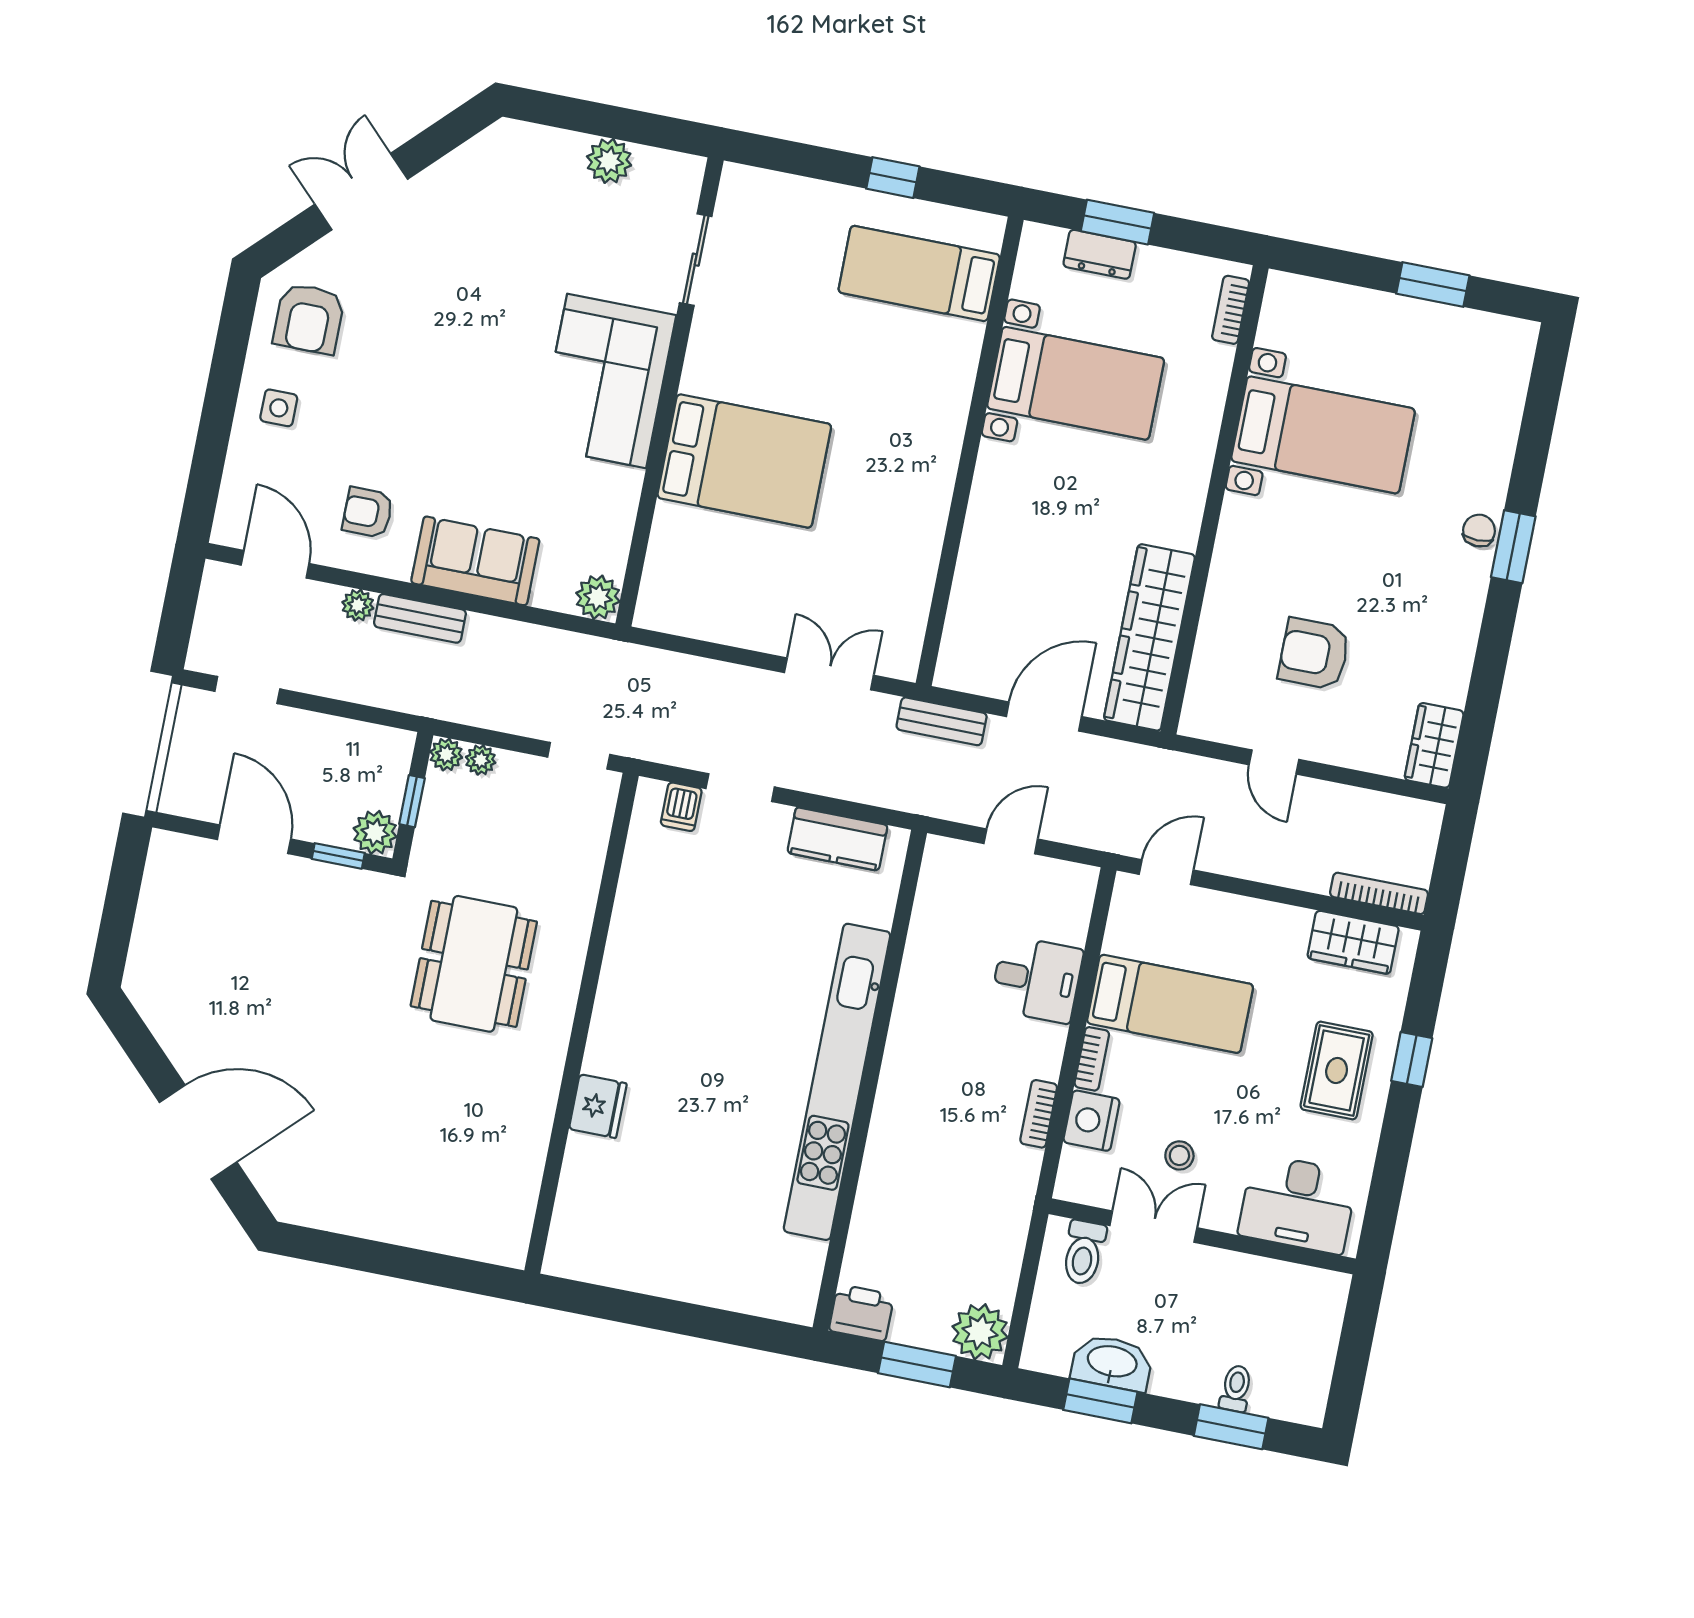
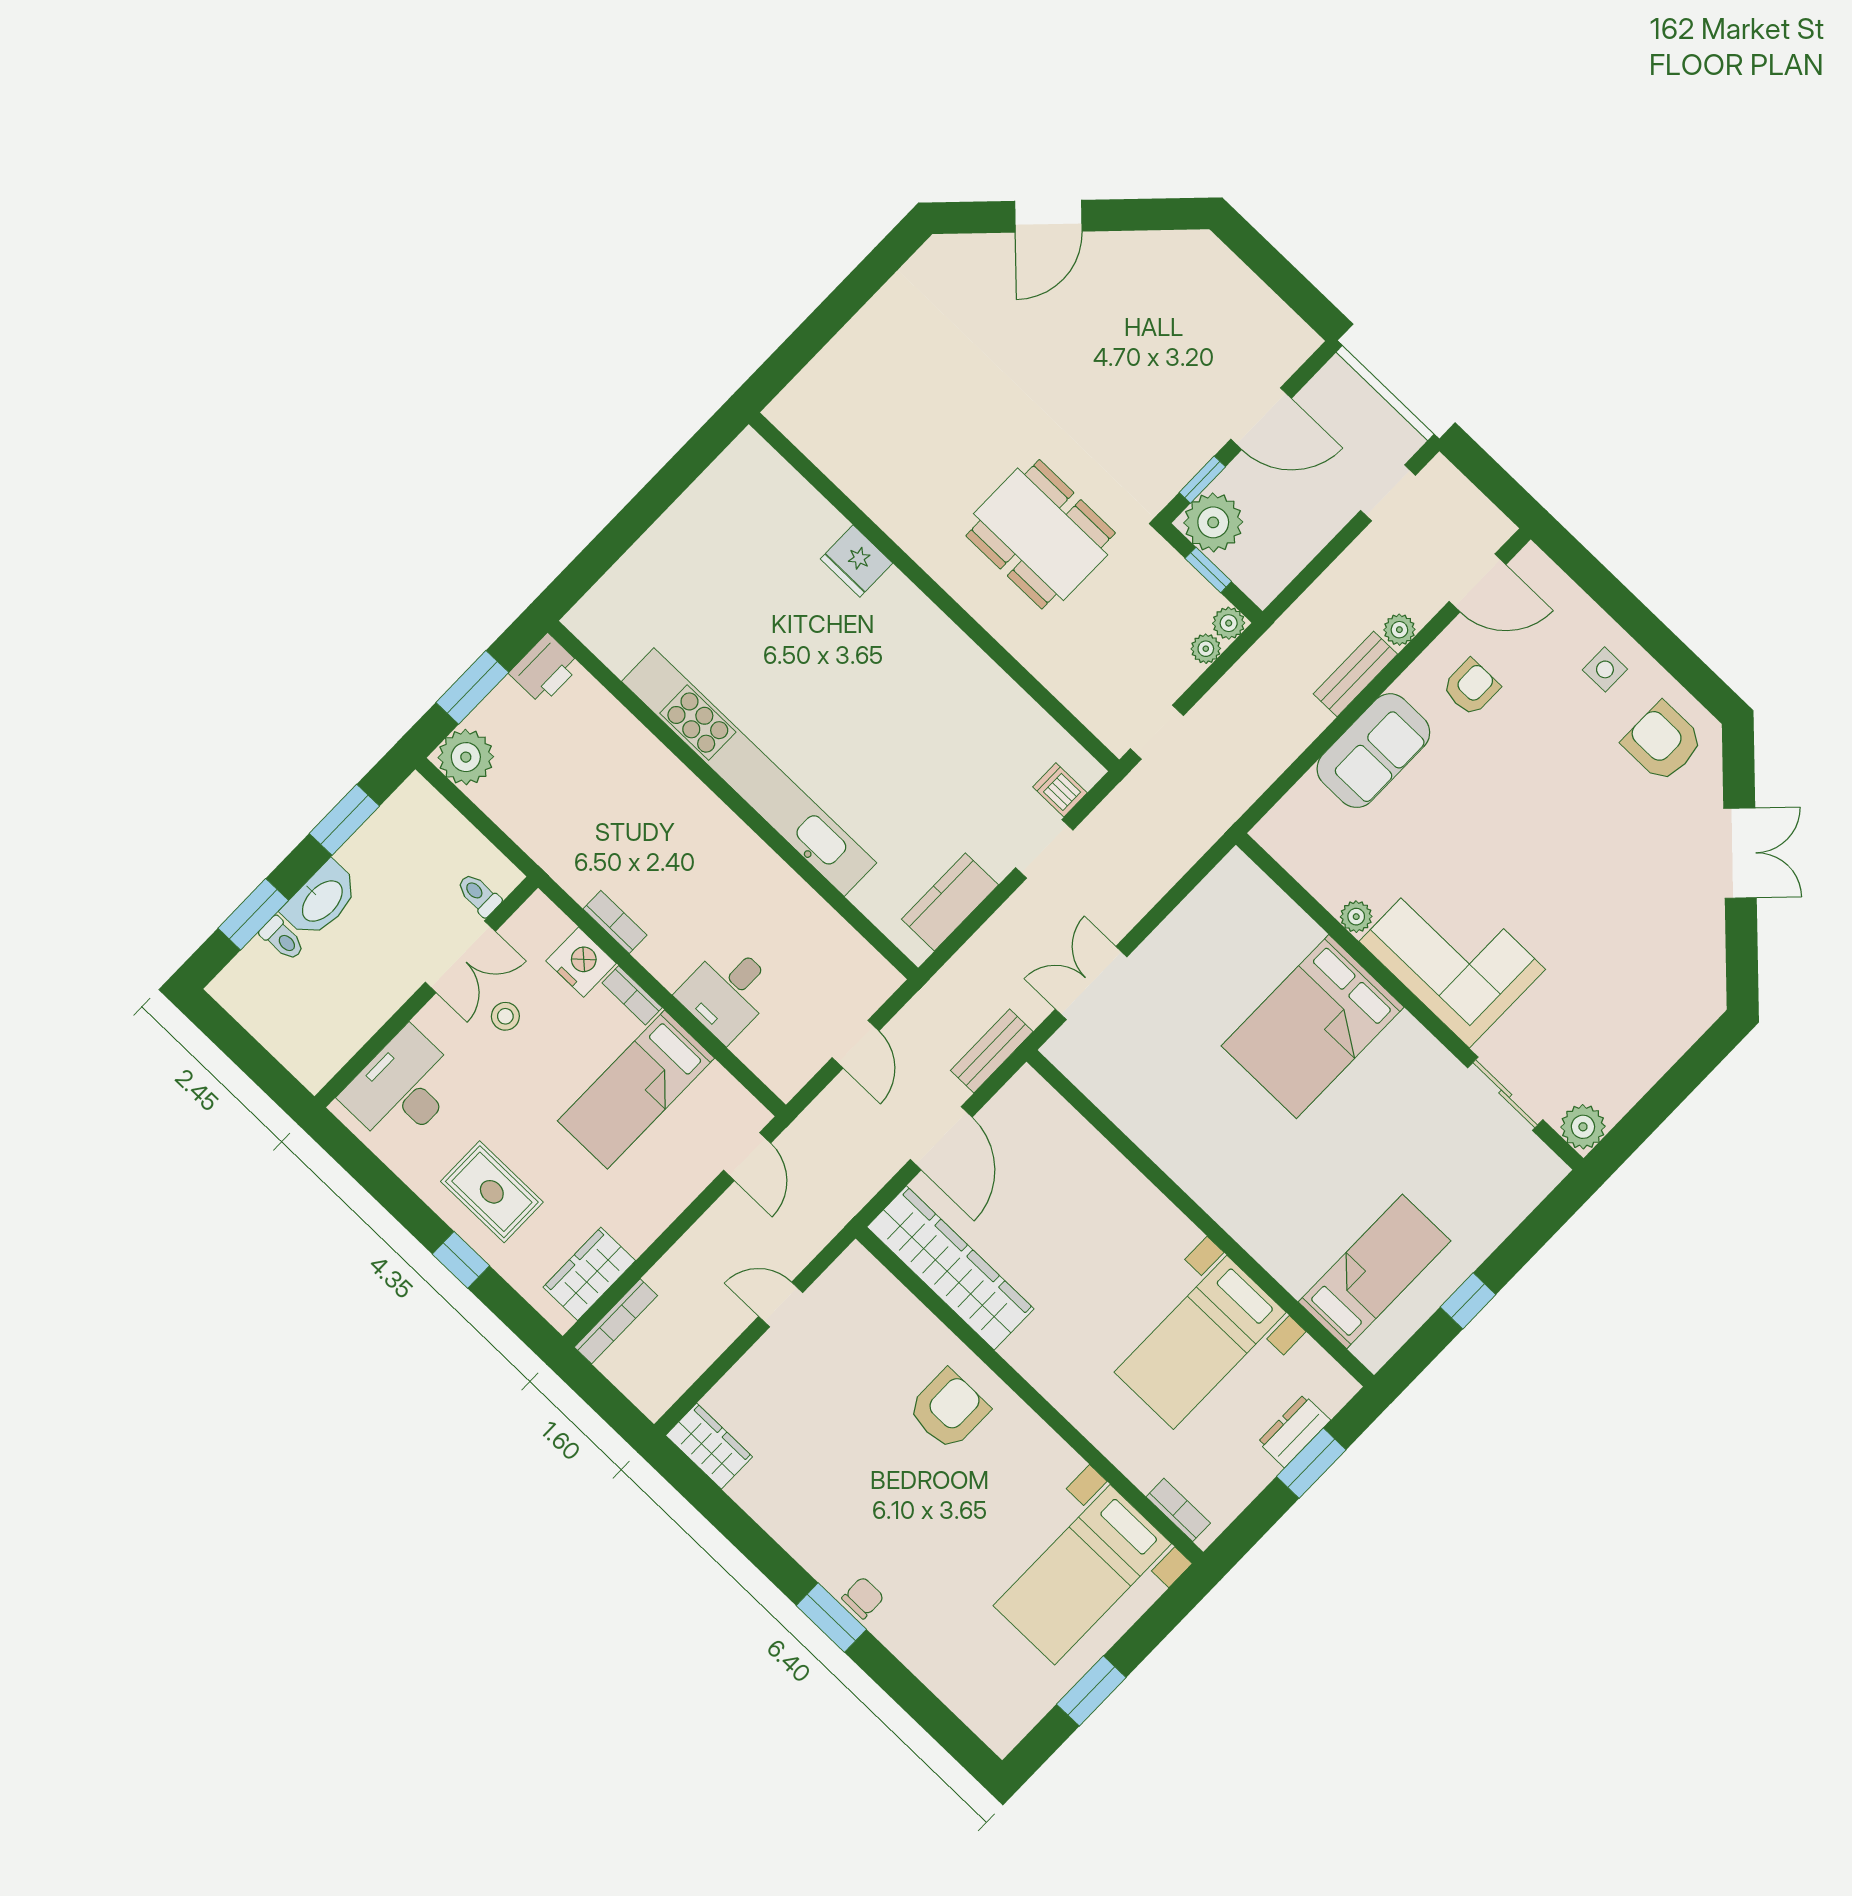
plant: (609, 161) -> (1583, 1127), moved
bed with nightstands: (1323, 435) -> (1082, 1575), moved
chair: (1479, 531) -> (863, 1598), turned -90
plant: (598, 597) -> (1356, 917), moved, width x0.73, depth x0.73
armchair: (1314, 654) -> (948, 1410), moved
double door: (829, 674) -> (1091, 983), swing flipped
plant: (375, 832) -> (1213, 522), width x1.36, depth x1.36
door: (198, 1132) -> (1048, 216), width x0.73
toilet: (1084, 1253) -> (479, 895), width x0.73, depth x0.72
washbasin: (1112, 1363) -> (321, 900), moved

